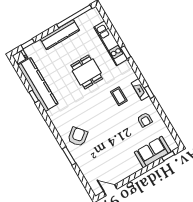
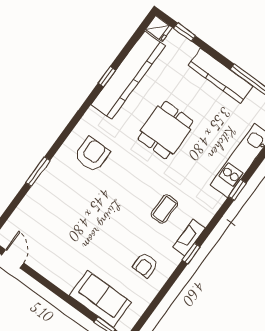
dining table: (87, 72) -> (166, 130), moved
armchair: (78, 137) -> (92, 155), moved, turned -51

